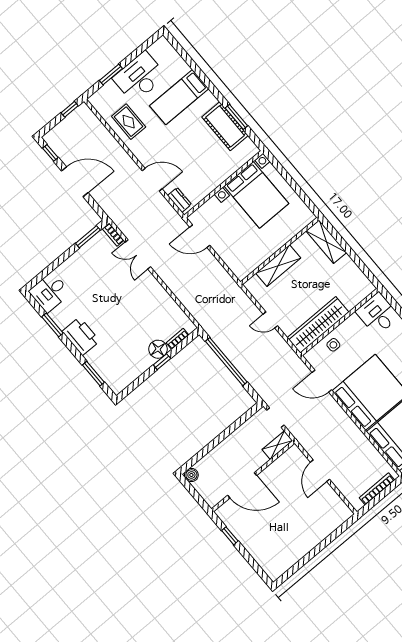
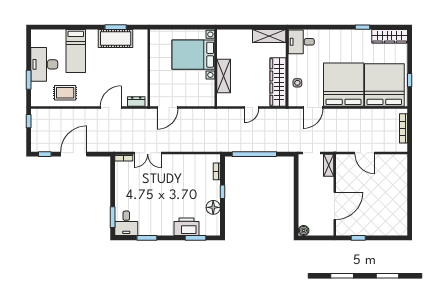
bed with nightstands: (256, 195) -> (193, 55), moved, turned 180
window: (88, 237) -> (113, 217), moved
shelving: (326, 242) -> (269, 36), moved
printer: (81, 336) -> (186, 227), moved
floor lamp: (158, 349) -> (213, 207), moved

